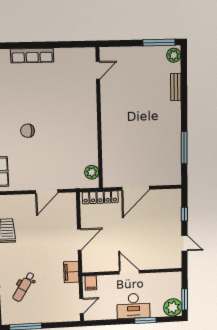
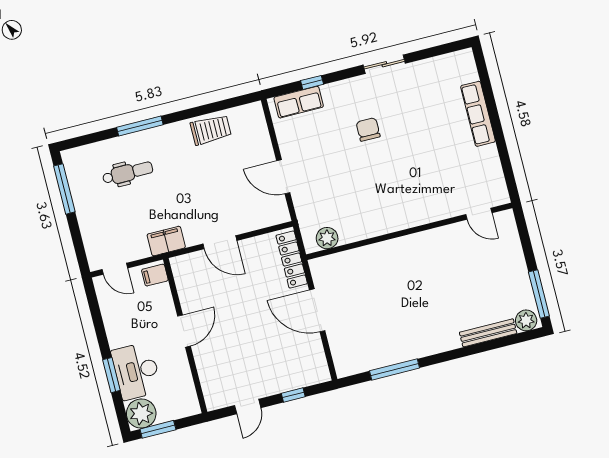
bench: (176, 87) -> (488, 333), width x1.36
dental chair: (24, 287) -> (128, 173), turned 148
desk: (133, 306) -> (136, 371), moved

